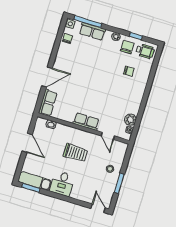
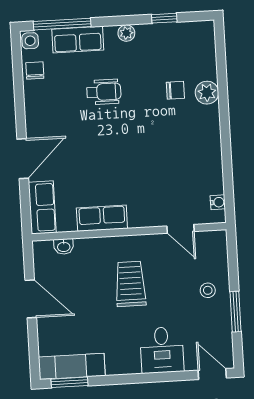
chair: (127, 47) -> (155, 45), removed
wheelchair: (145, 51) -> (104, 92), moved
plant: (130, 120) -> (207, 93), moved
row of seats: (86, 122) -> (102, 218), moved
trolley: (75, 153) -> (130, 284), turned -90
desk: (62, 184) -> (162, 350), moved

